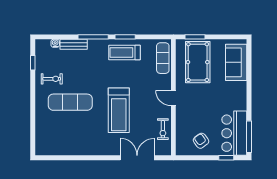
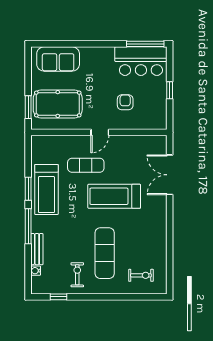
treadmill: (125, 52) -> (46, 190), width x1.37, depth x1.38
exercise mat: (163, 58) -> (86, 165), moved
treadmill: (119, 110) -> (114, 196), turned 180
exercise bike: (163, 129) -> (141, 275), moved
armchair: (201, 141) -> (125, 102), moved, turned 126
window: (226, 158) -> (170, 90), moved

